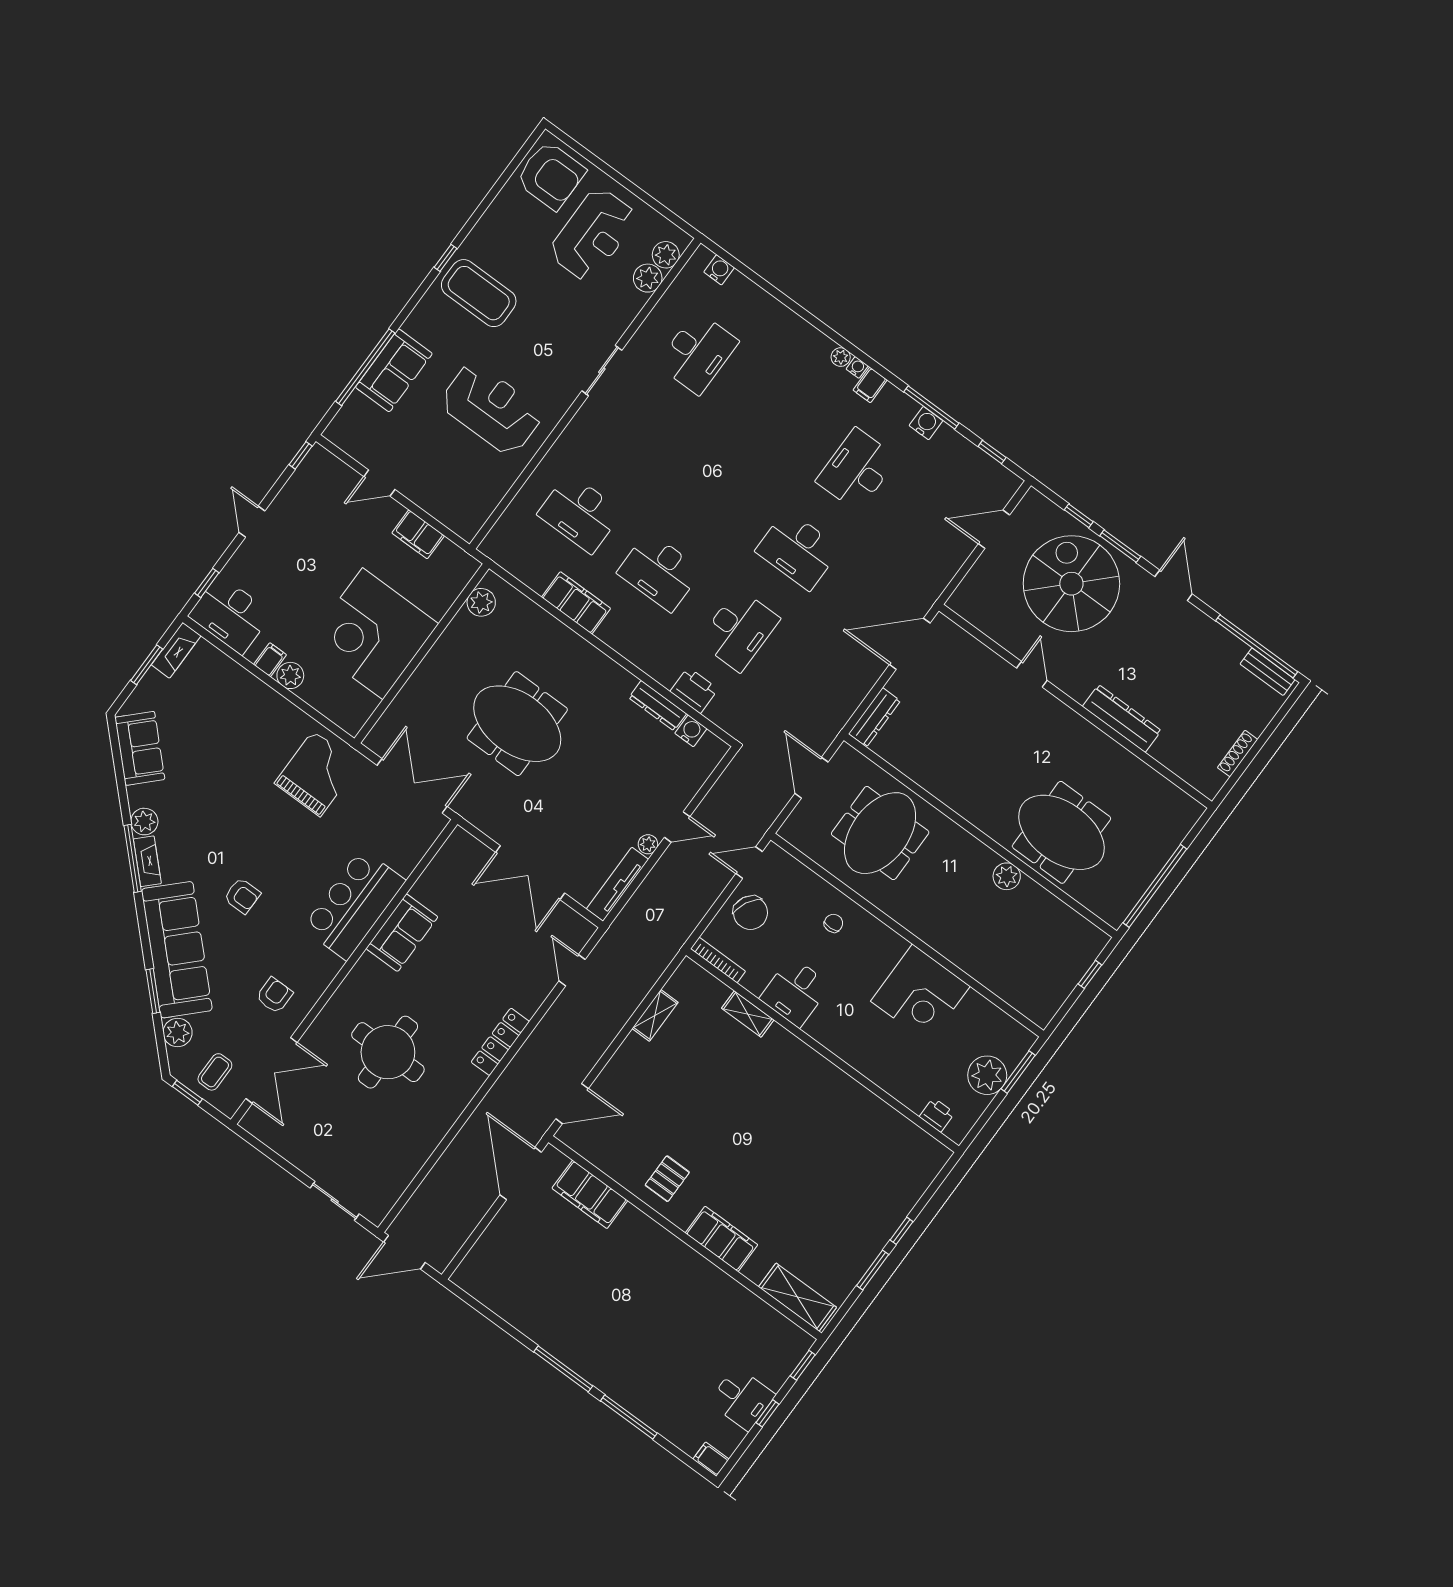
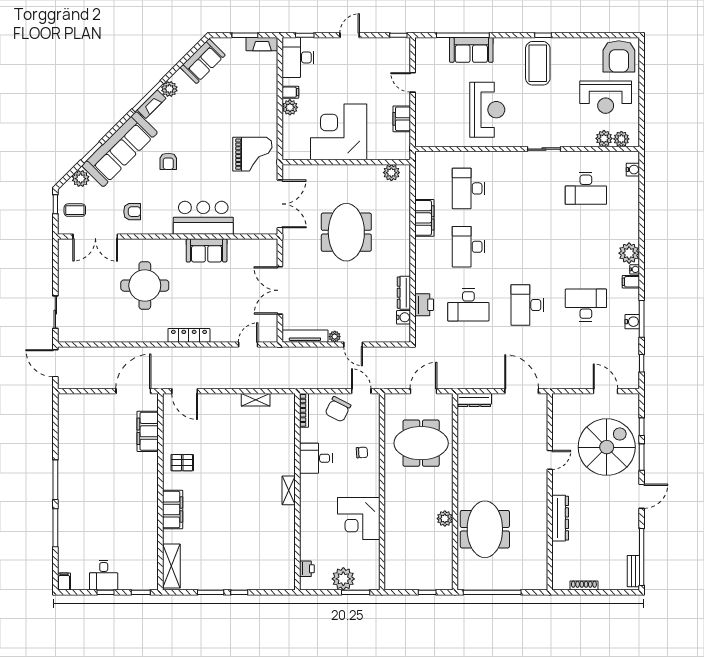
plant: (841, 357) -> (629, 253), width x1.87, depth x1.87
shelving: (748, 1014) -> (289, 490), moved

